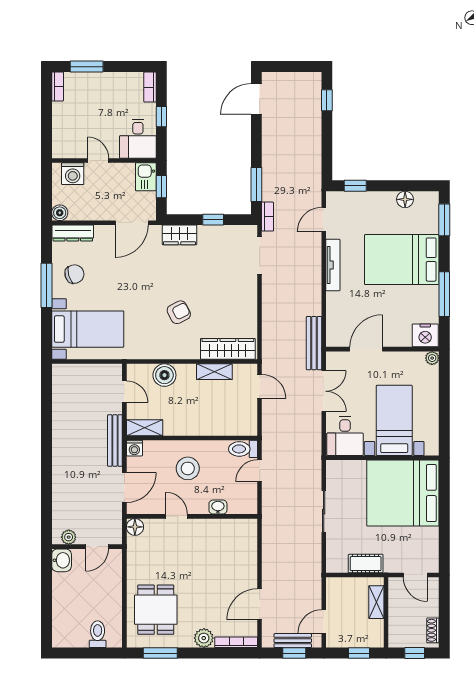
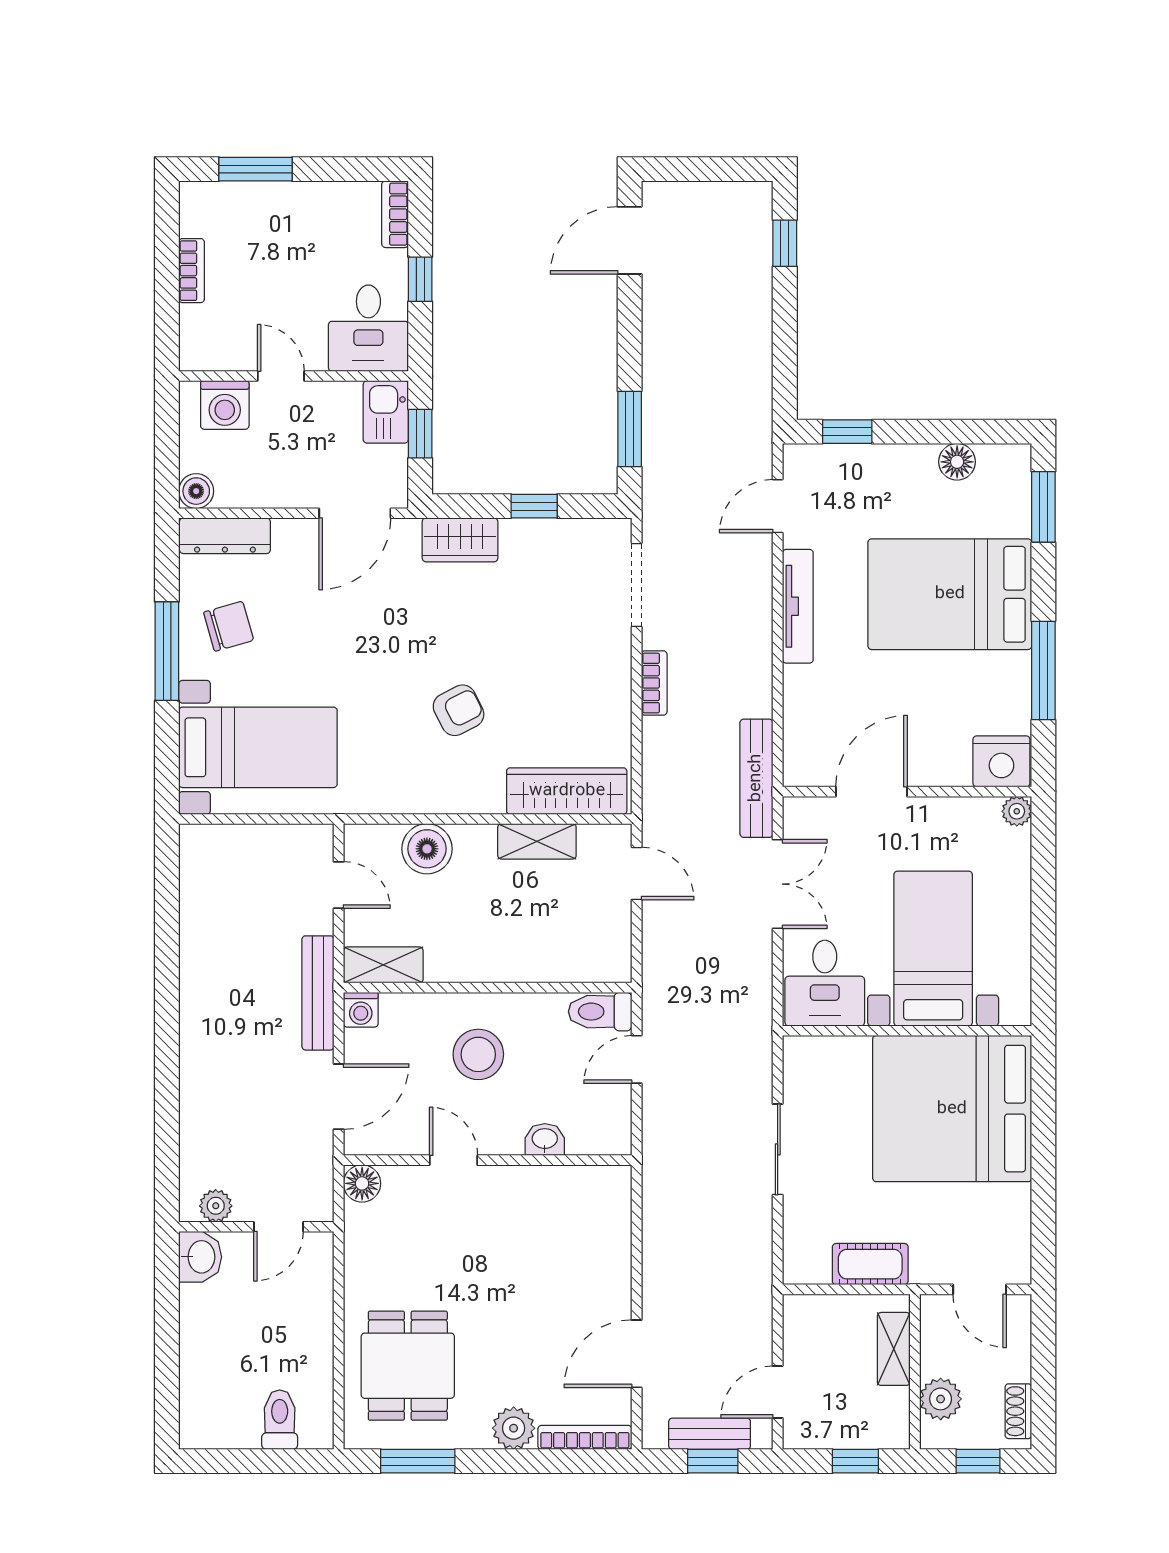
bookcase: (58, 86) -> (192, 271), moved
bookcase: (268, 217) -> (654, 683), moved
plant: (398, 625) -> (941, 1399), added

